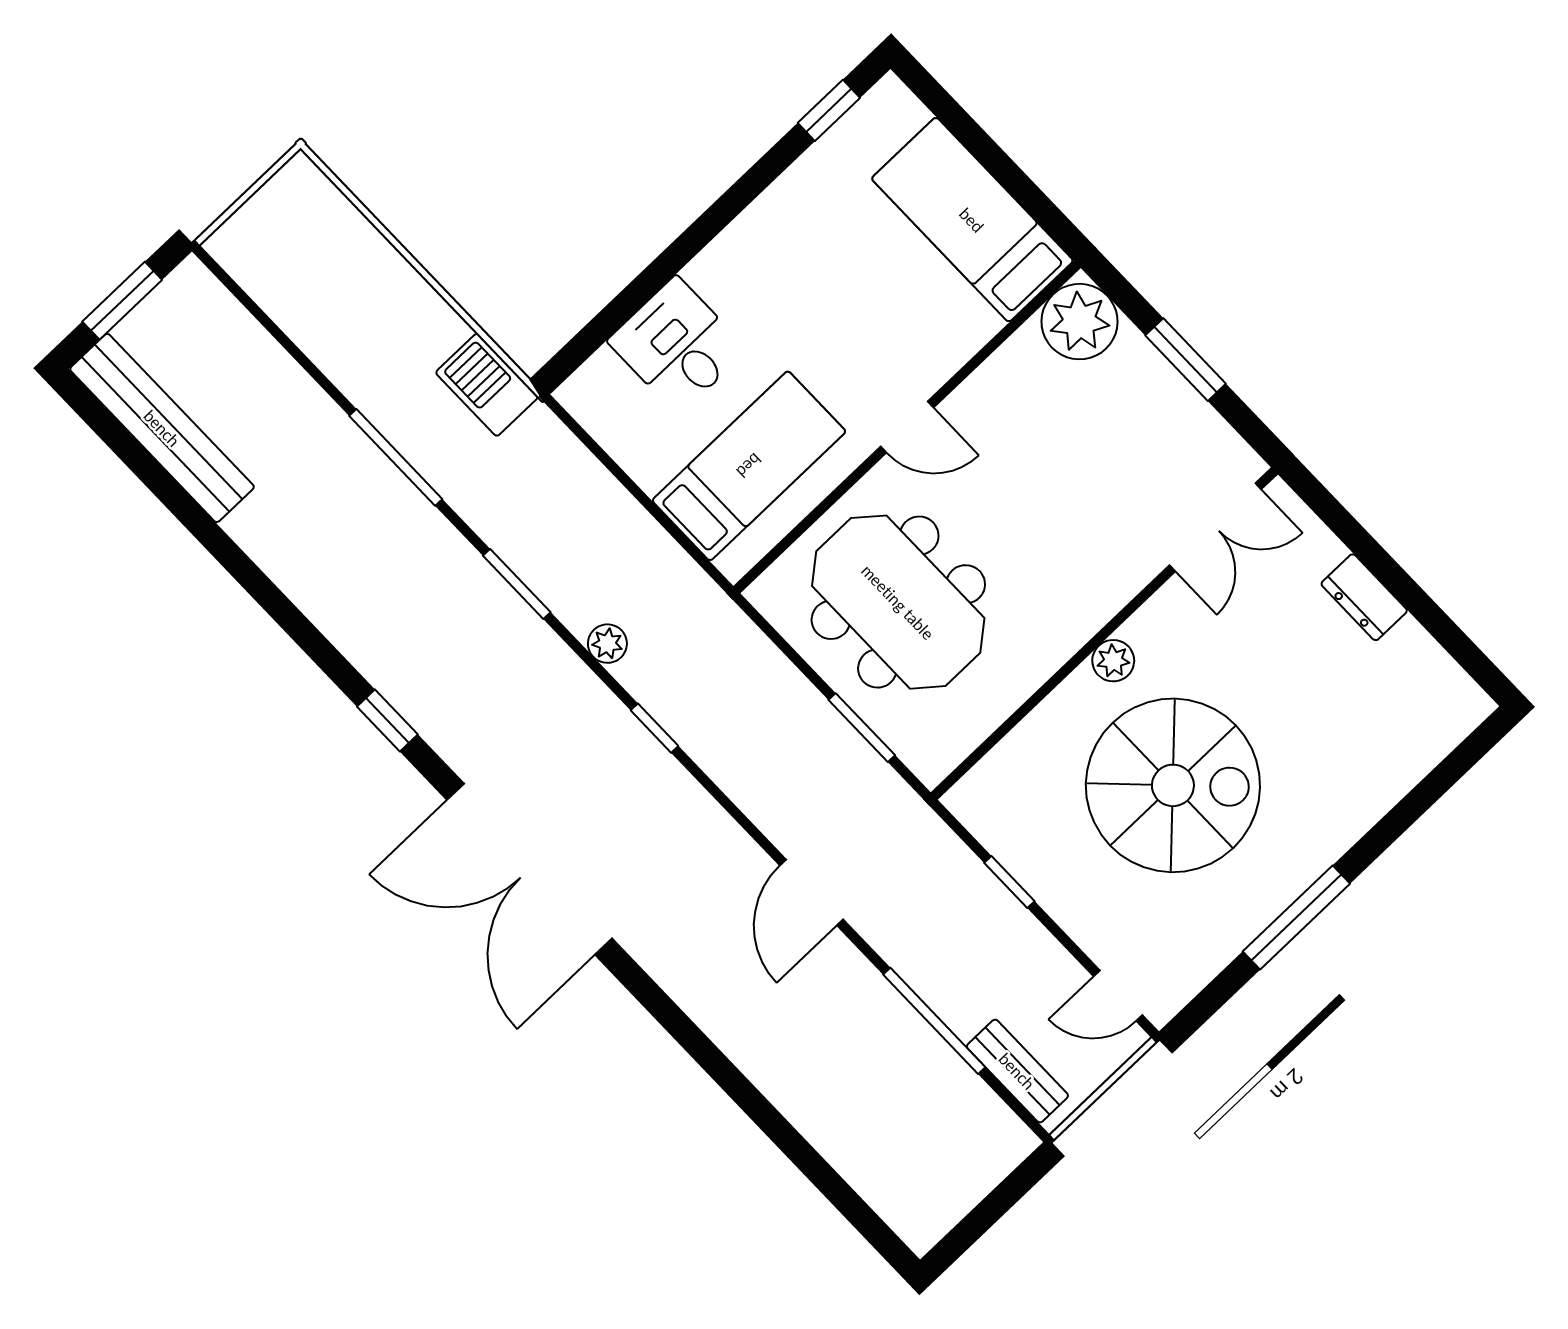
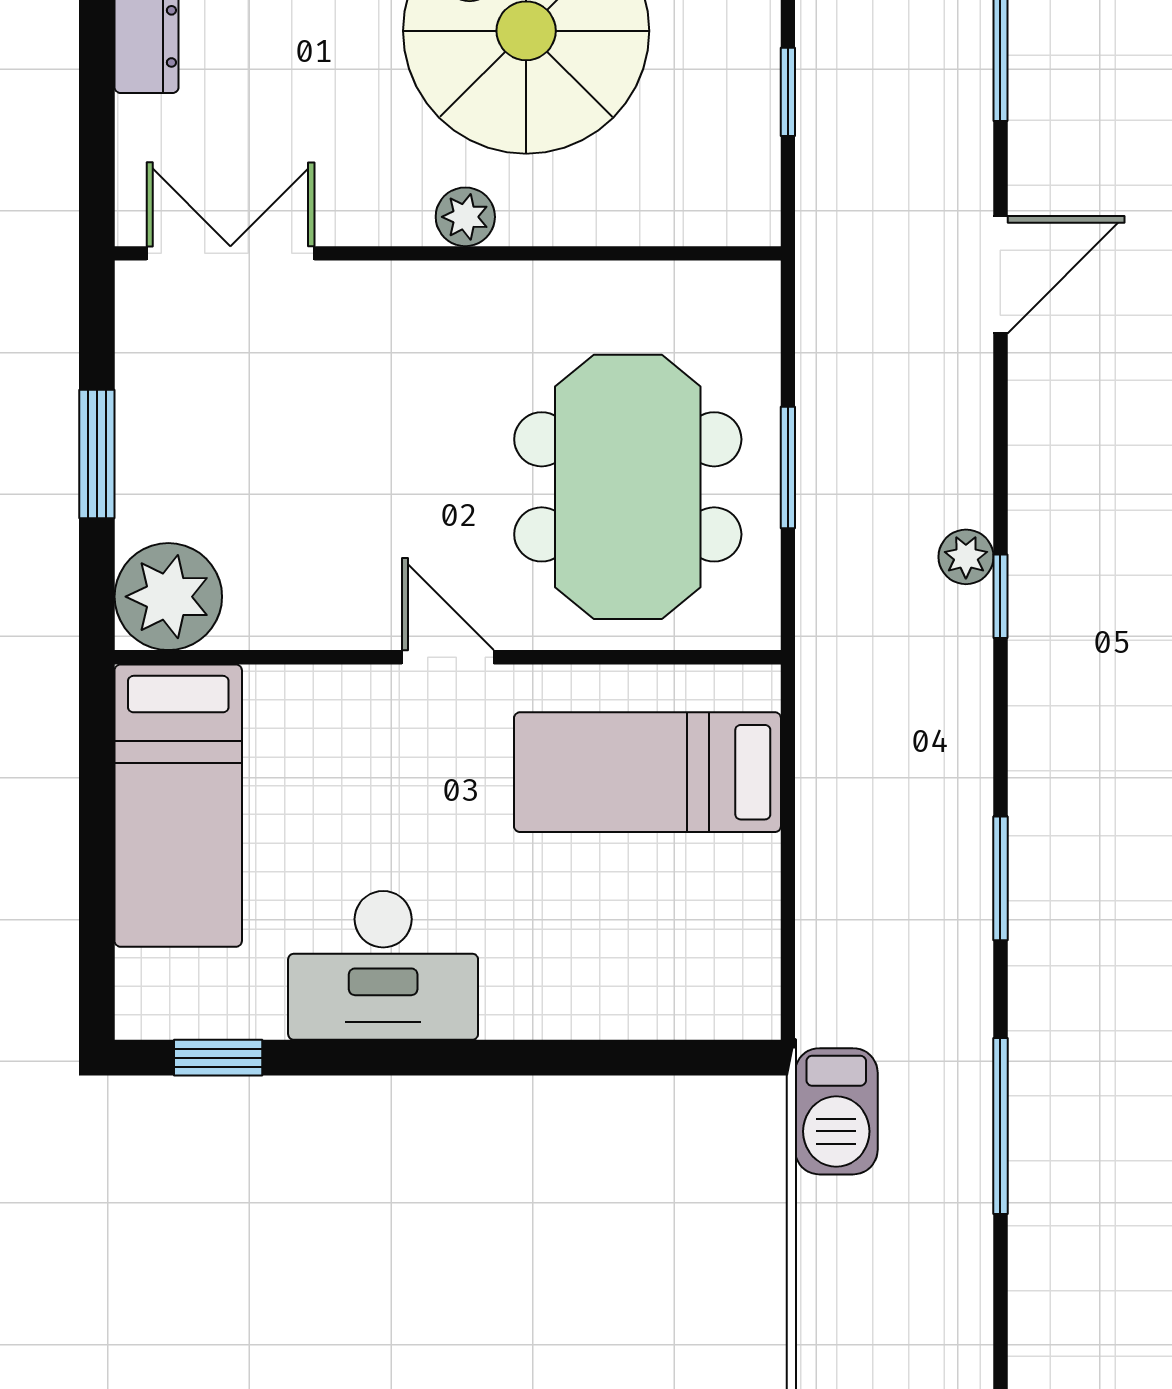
desk: (677, 345) -> (383, 965), moved, width x1.37
plant: (607, 644) -> (966, 557), moved
window: (862, 728) -> (788, 468), moved

